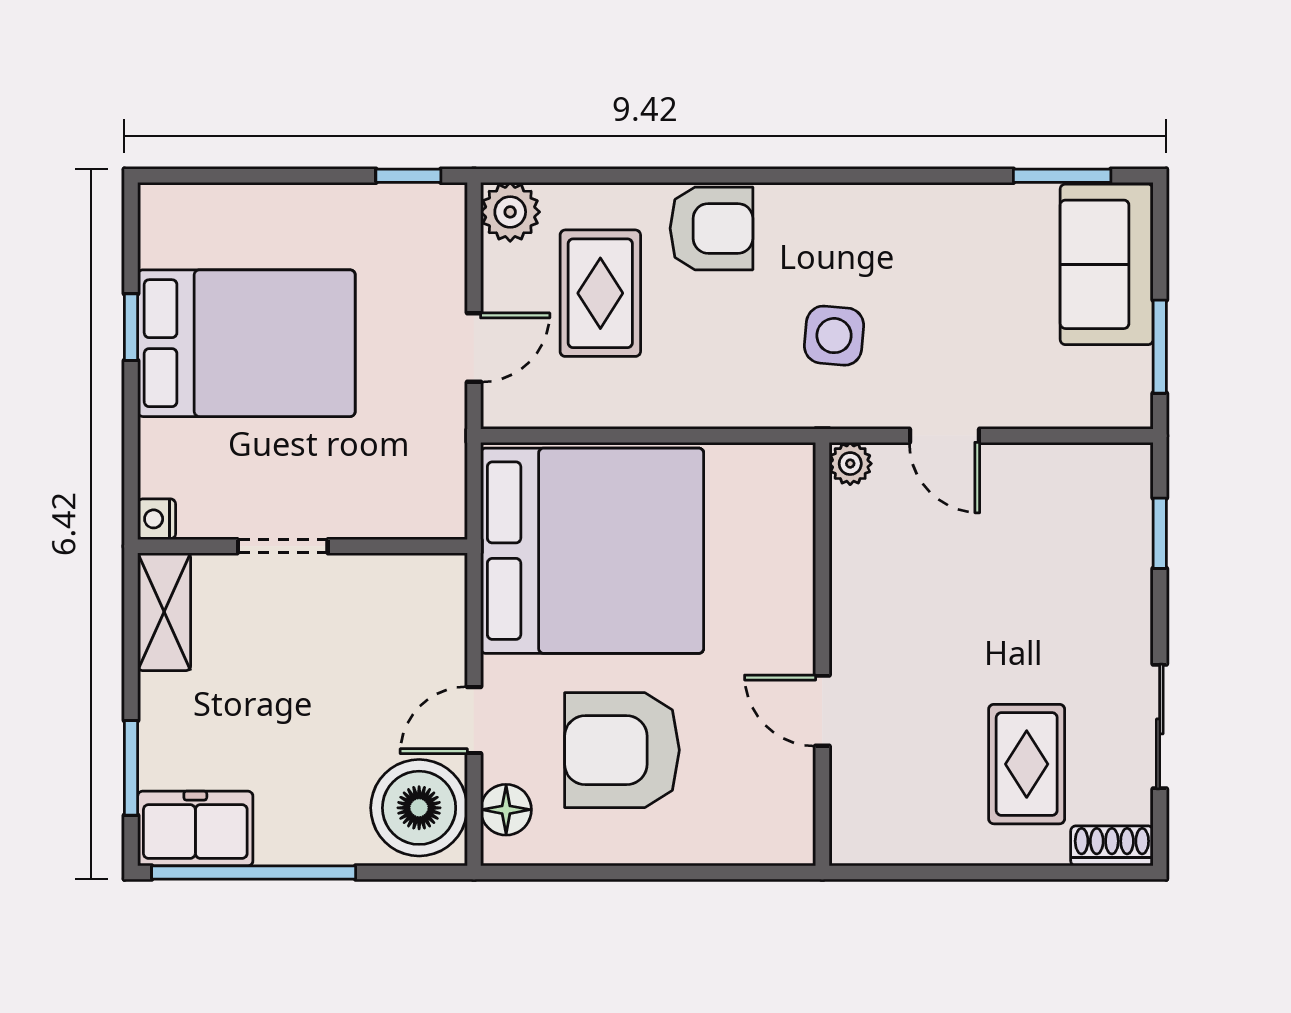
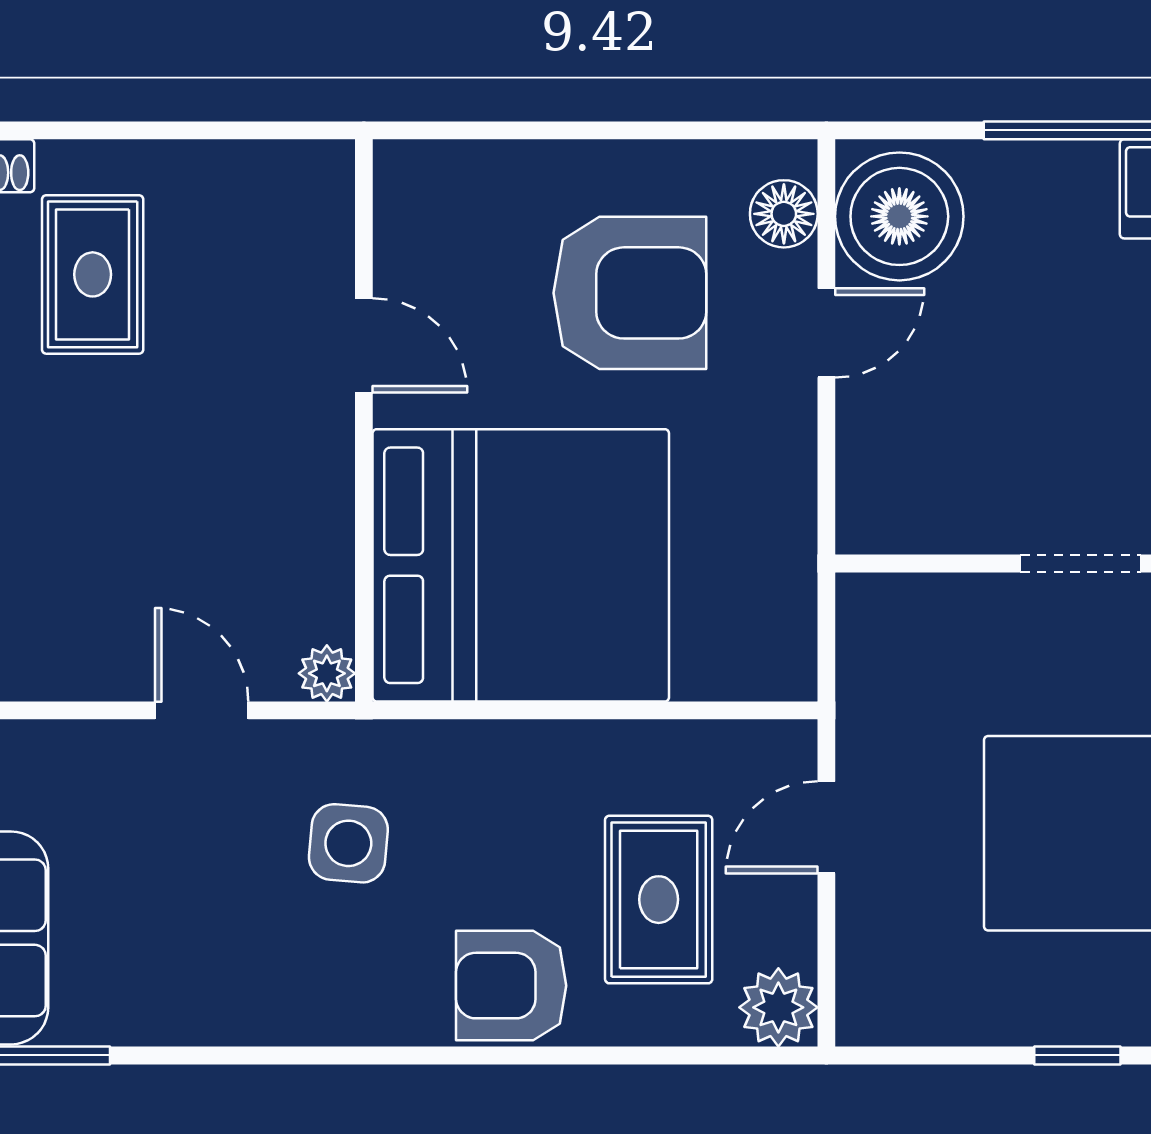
window: (408, 176) -> (1077, 1055), moved
bed: (592, 551) -> (521, 565), moved, turned 180

